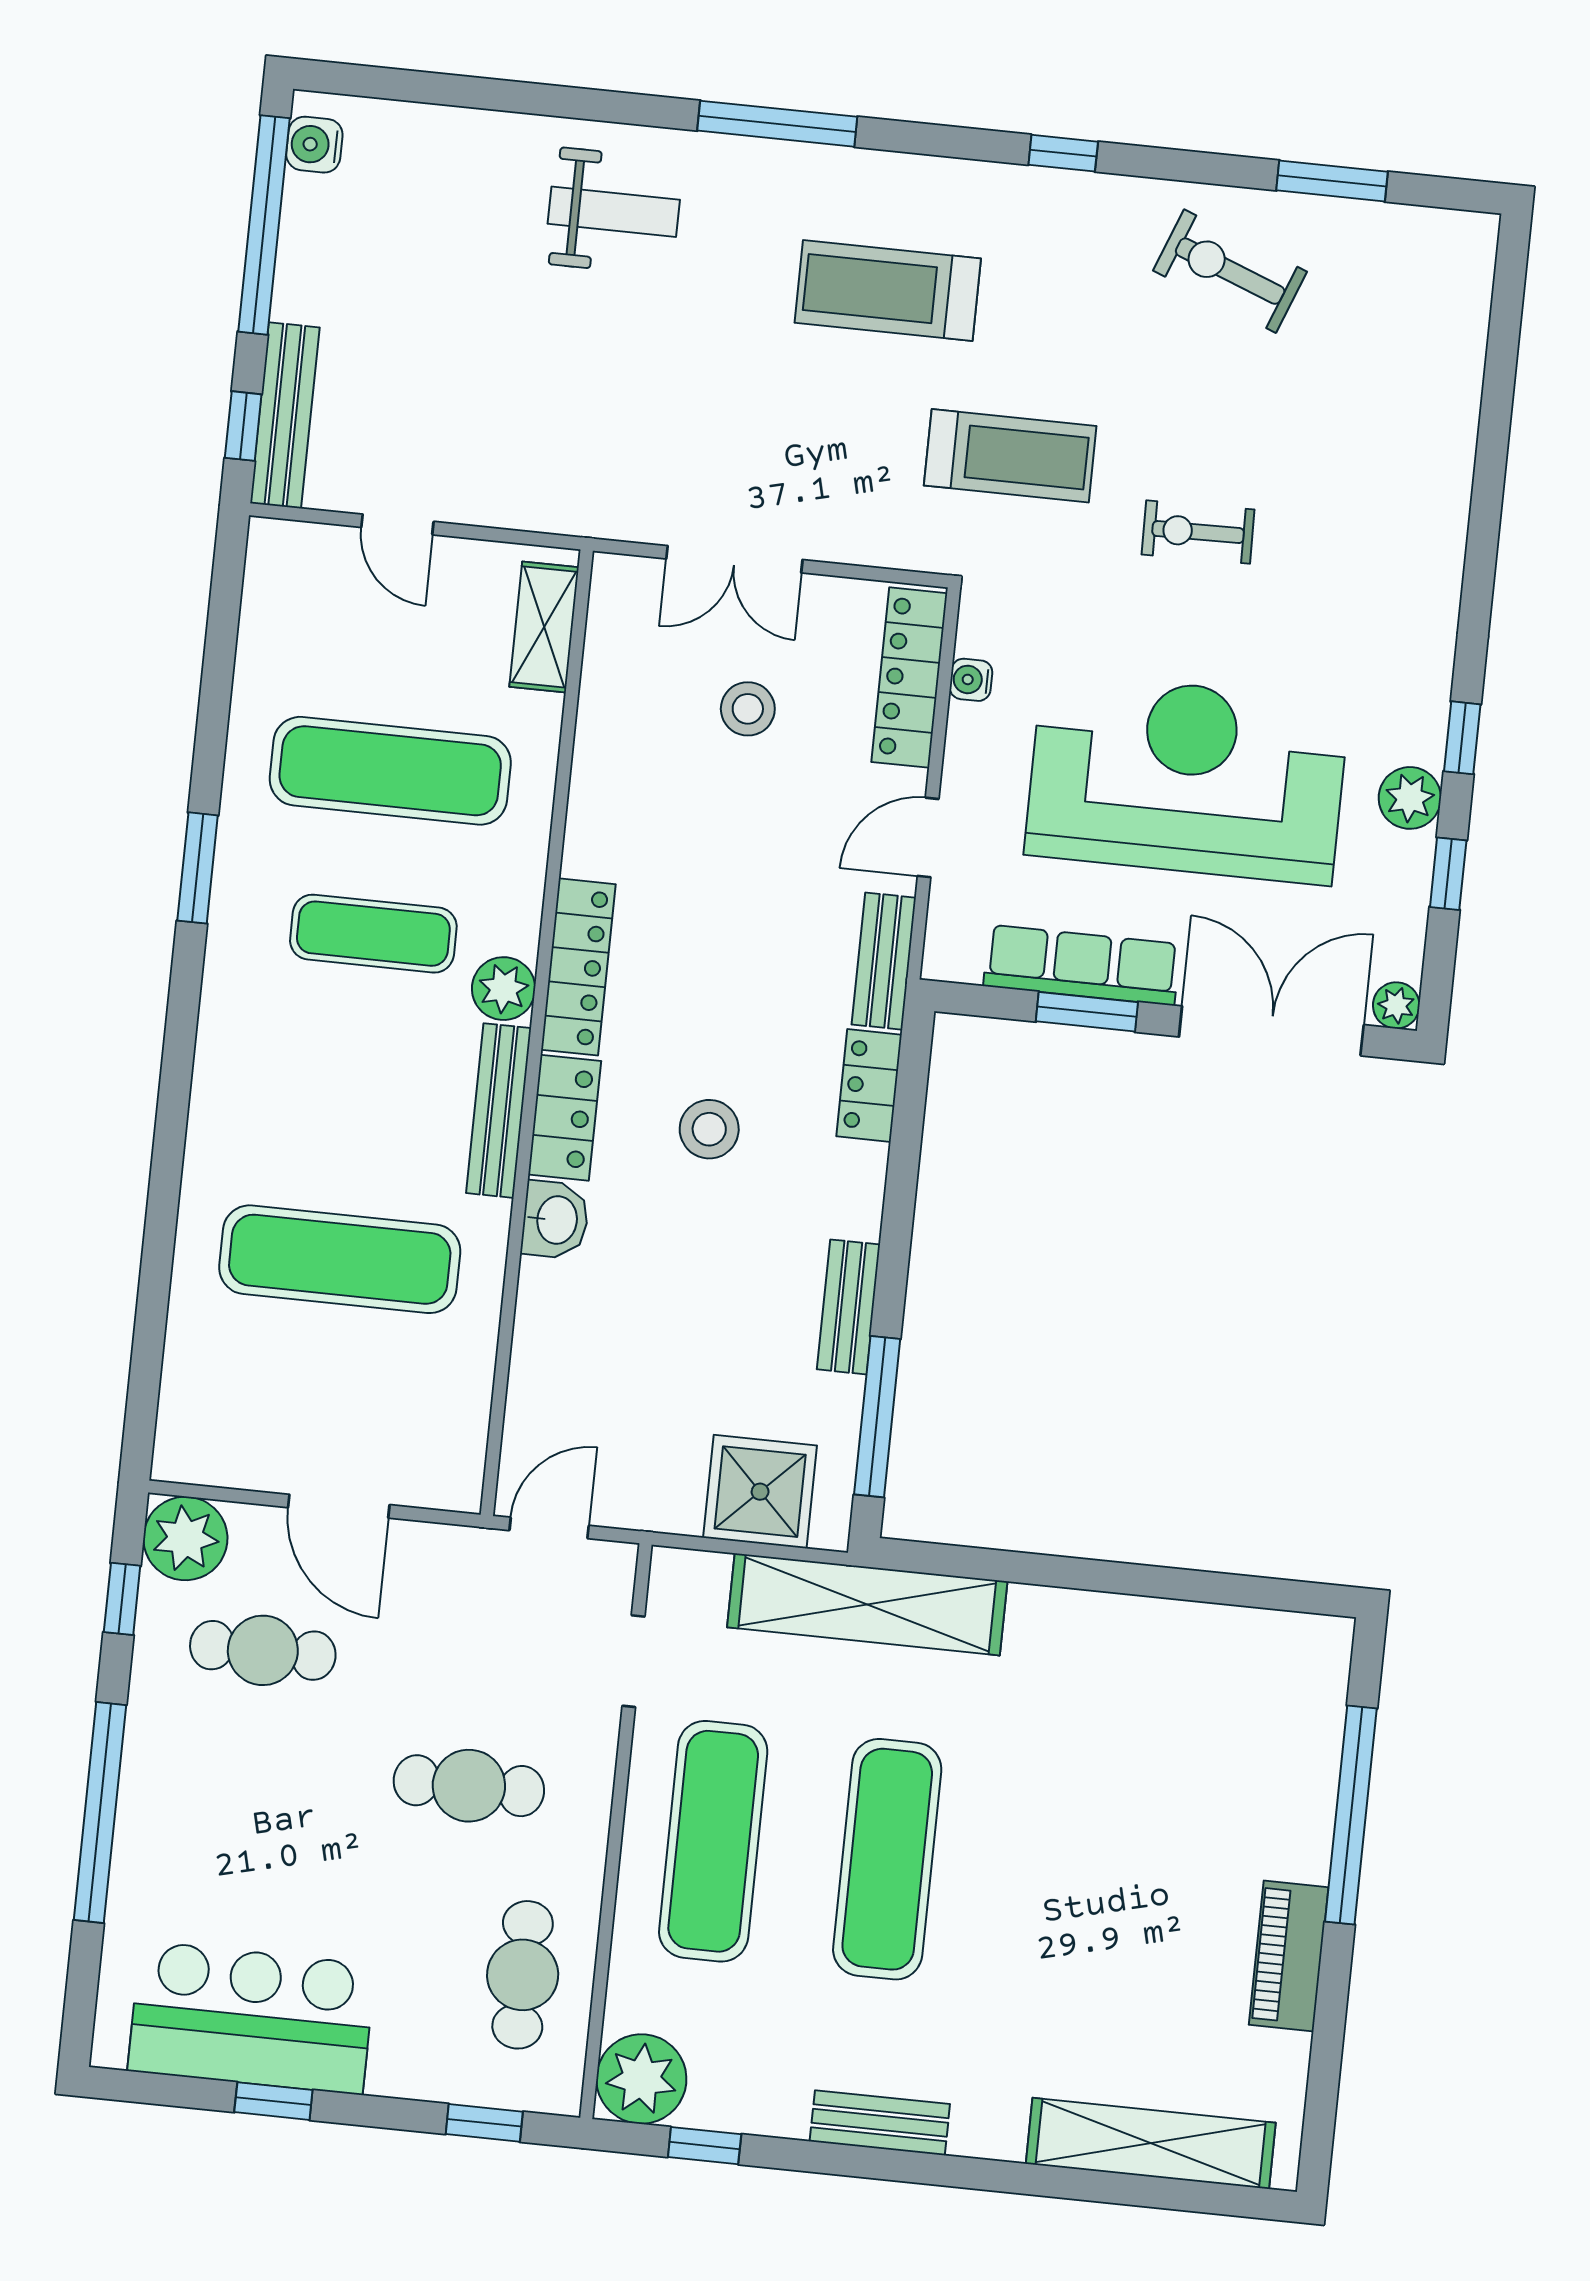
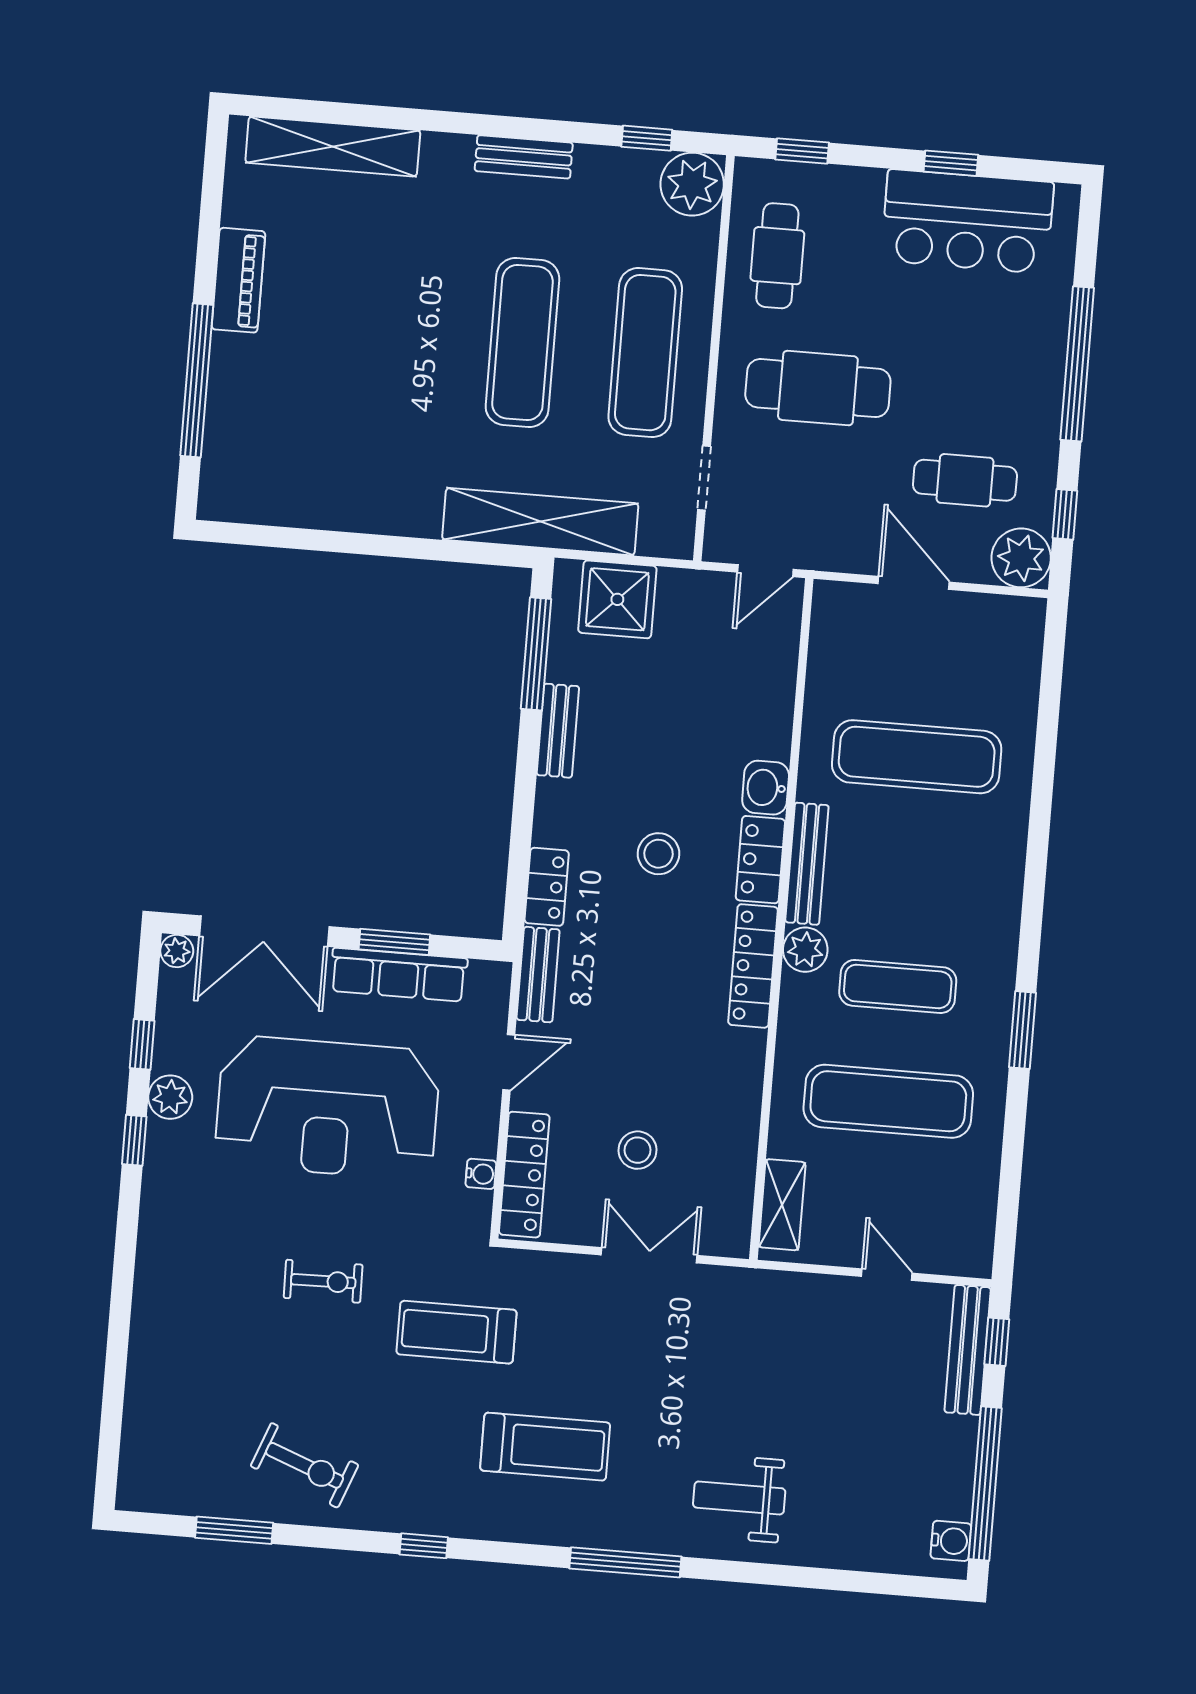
cafe table: (469, 1786) -> (818, 388), width x1.37, depth x1.35

